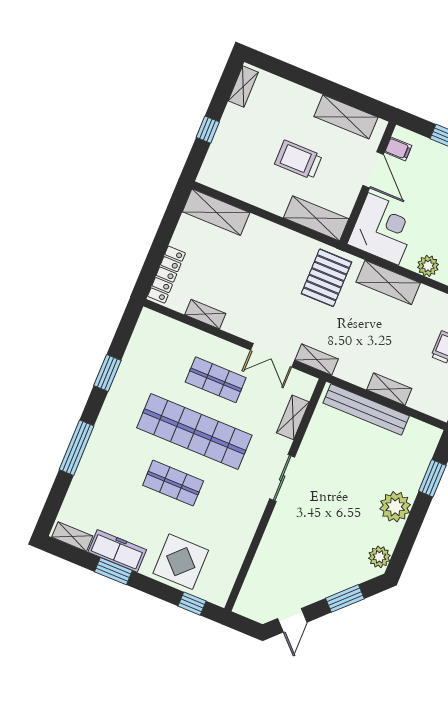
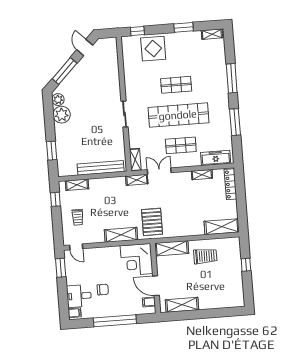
shelving: (243, 86) -> (239, 294), removed
trolley: (298, 160) -> (205, 256), moved
plant: (428, 266) -> (106, 253), removed
window: (107, 373) -> (235, 122), width x1.44
shelving: (389, 389) -> (77, 185), moved
shelving: (293, 417) -> (135, 160), moved
plant: (395, 507) -> (62, 115), moved
freezer: (117, 551) -> (216, 158), moved, turned 180
window: (345, 598) -> (65, 71), width x1.44

